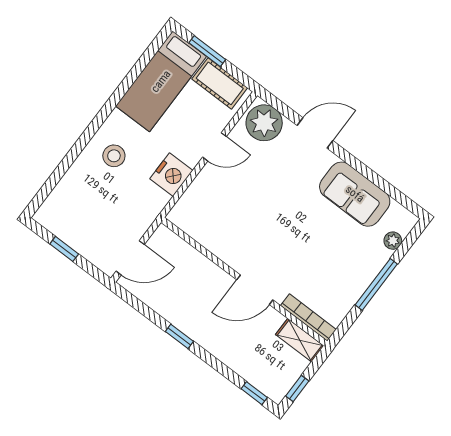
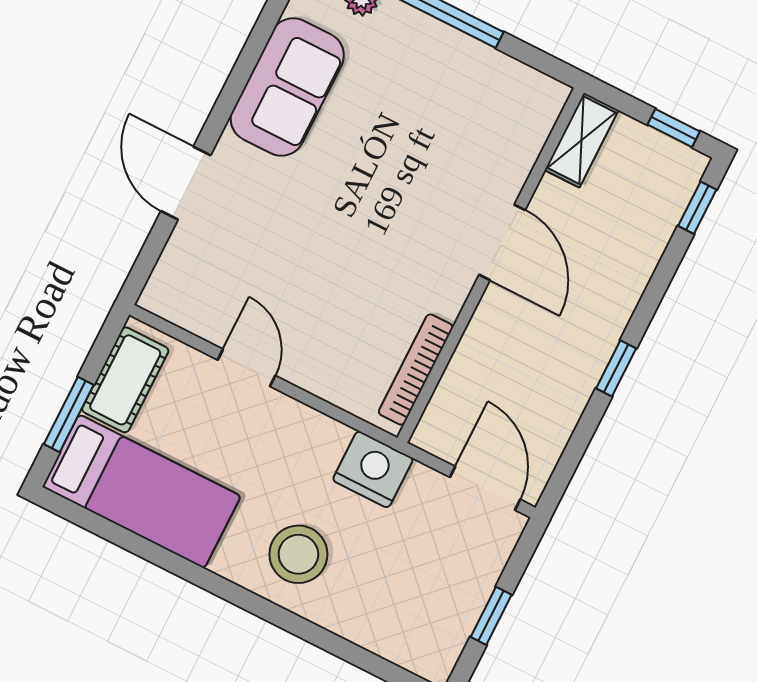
plant: (264, 123) -> (184, 283), removed
stool: (114, 156) -> (298, 554), width x1.38, depth x1.38
nightstand: (171, 175) -> (373, 469), moved
bookcase: (308, 318) -> (416, 370), moved

